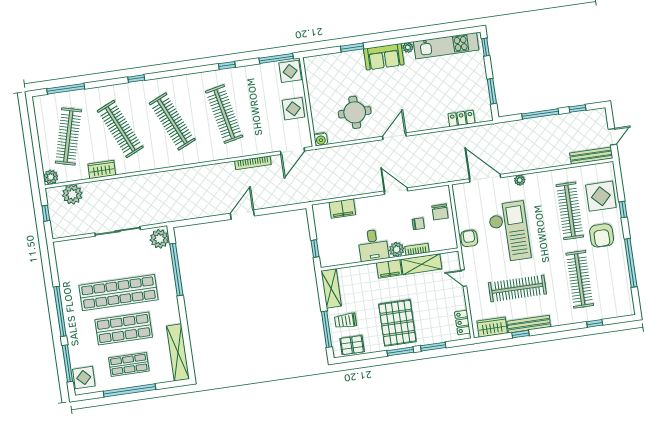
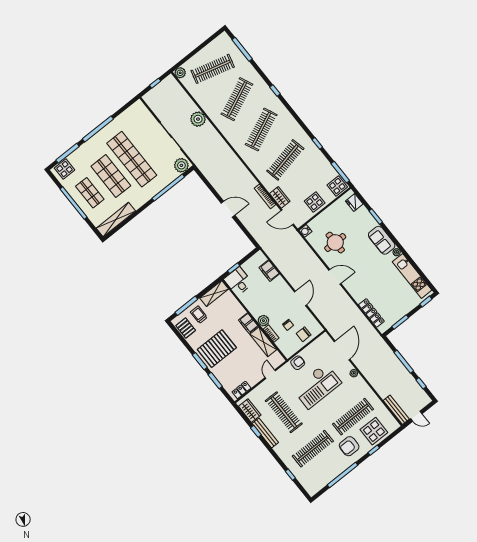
fridge: (321, 63) -> (354, 202), added
locker: (461, 118) -> (371, 313), width x1.53
wardrobe: (102, 169) -> (280, 197), moved
plant: (72, 194) -> (198, 119), moved
desk: (373, 245) -> (238, 281), moved, turned 90

